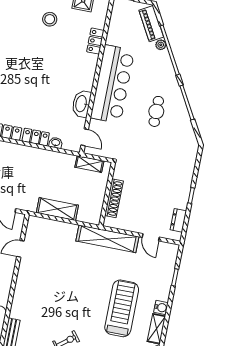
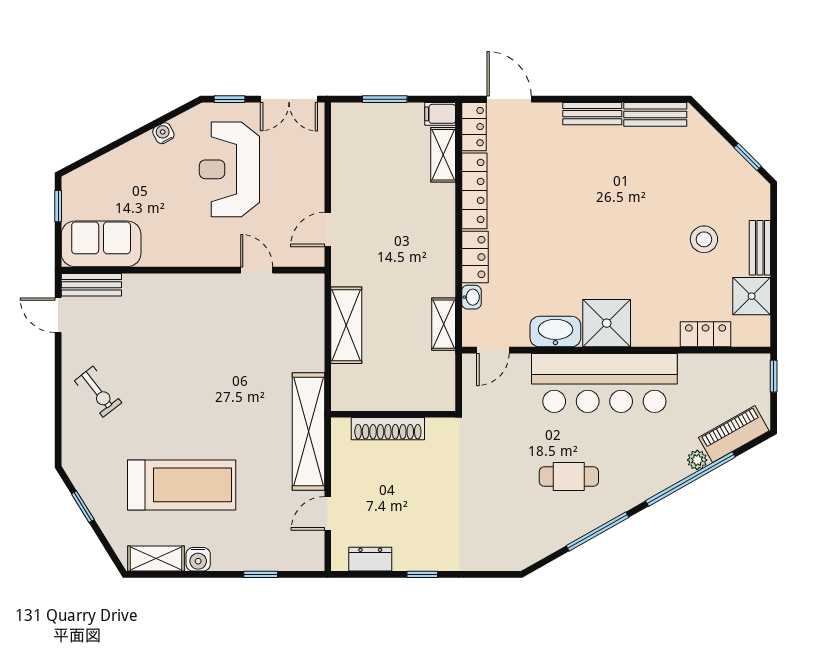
locker: (95, 41) -> (706, 334), moved
shower: (82, 77) -> (607, 323), added
shelving: (89, 164) -> (444, 324), moved

